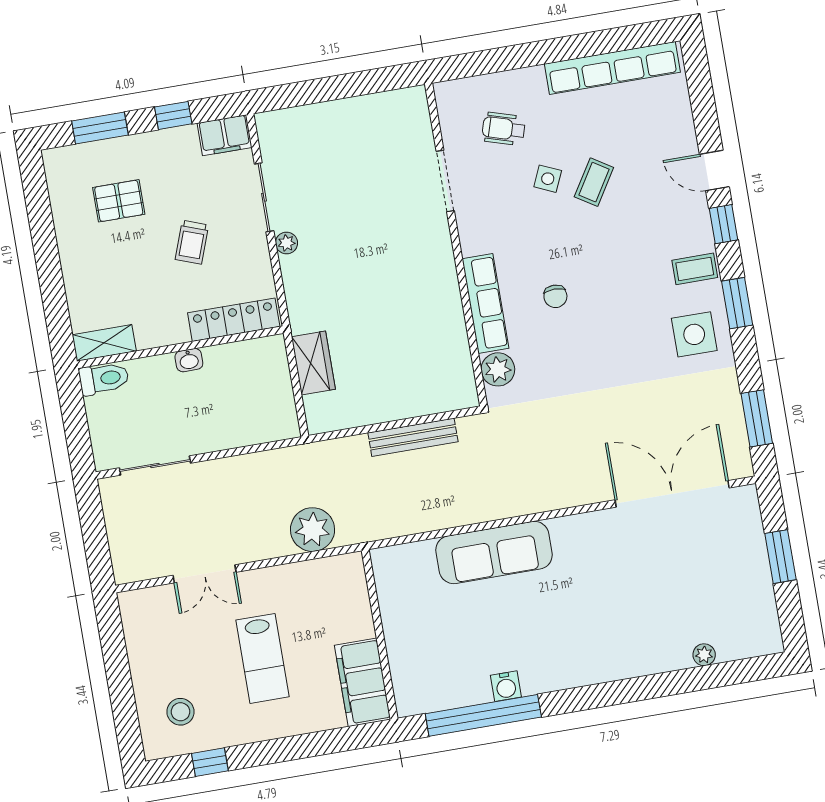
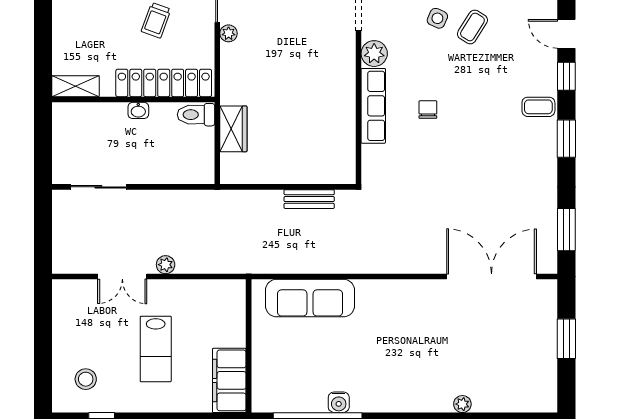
chair: (555, 296) -> (428, 110), turned 180
locker: (234, 320) -> (164, 83), width x1.41, depth x1.21
side table: (694, 334) -> (529, 157), removed
plant: (498, 369) -> (374, 54), moved
toilet: (104, 379) -> (196, 115), moved, turned 180
bench: (413, 437) -> (309, 199), width x0.73
plant: (313, 530) -> (166, 265), moved, width x0.53, depth x0.53
sofa: (494, 552) -> (310, 298), moved
plant: (704, 655) -> (462, 404), moved

